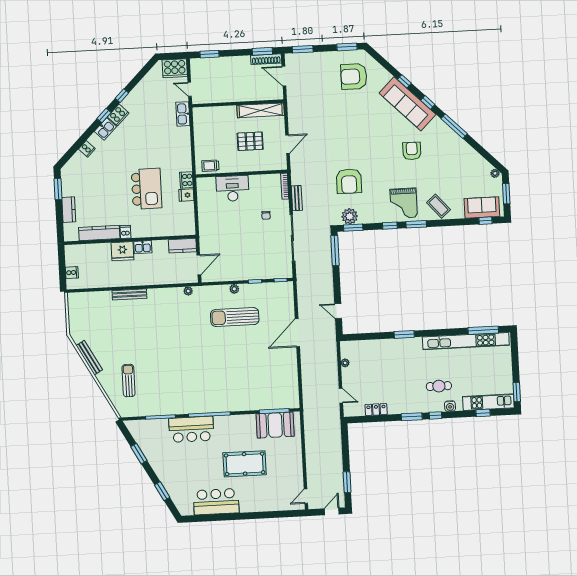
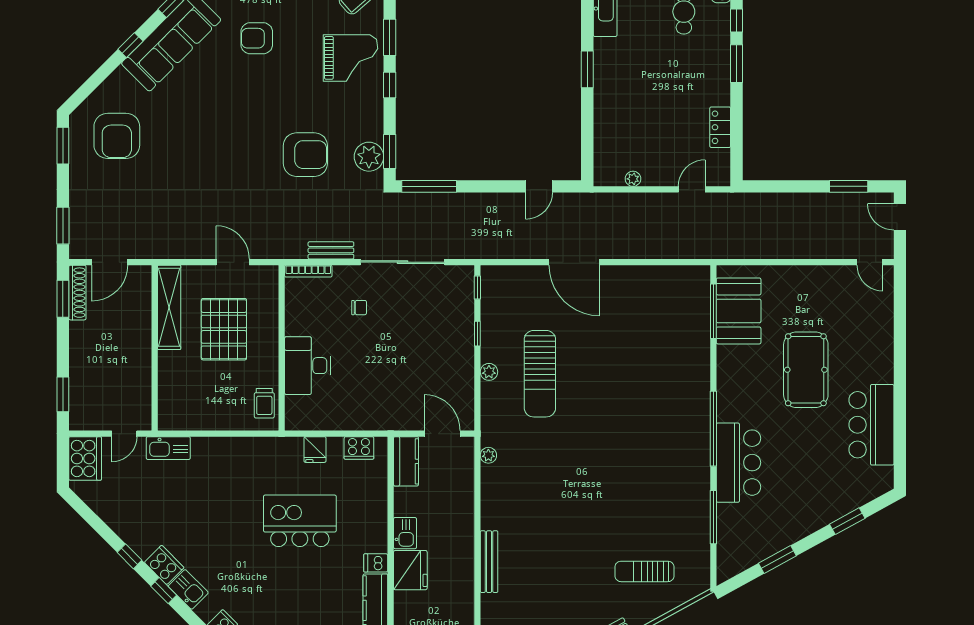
pallet: (250, 141) -> (224, 329), width x1.37, depth x1.41
cooker: (186, 180) -> (359, 448), moved

